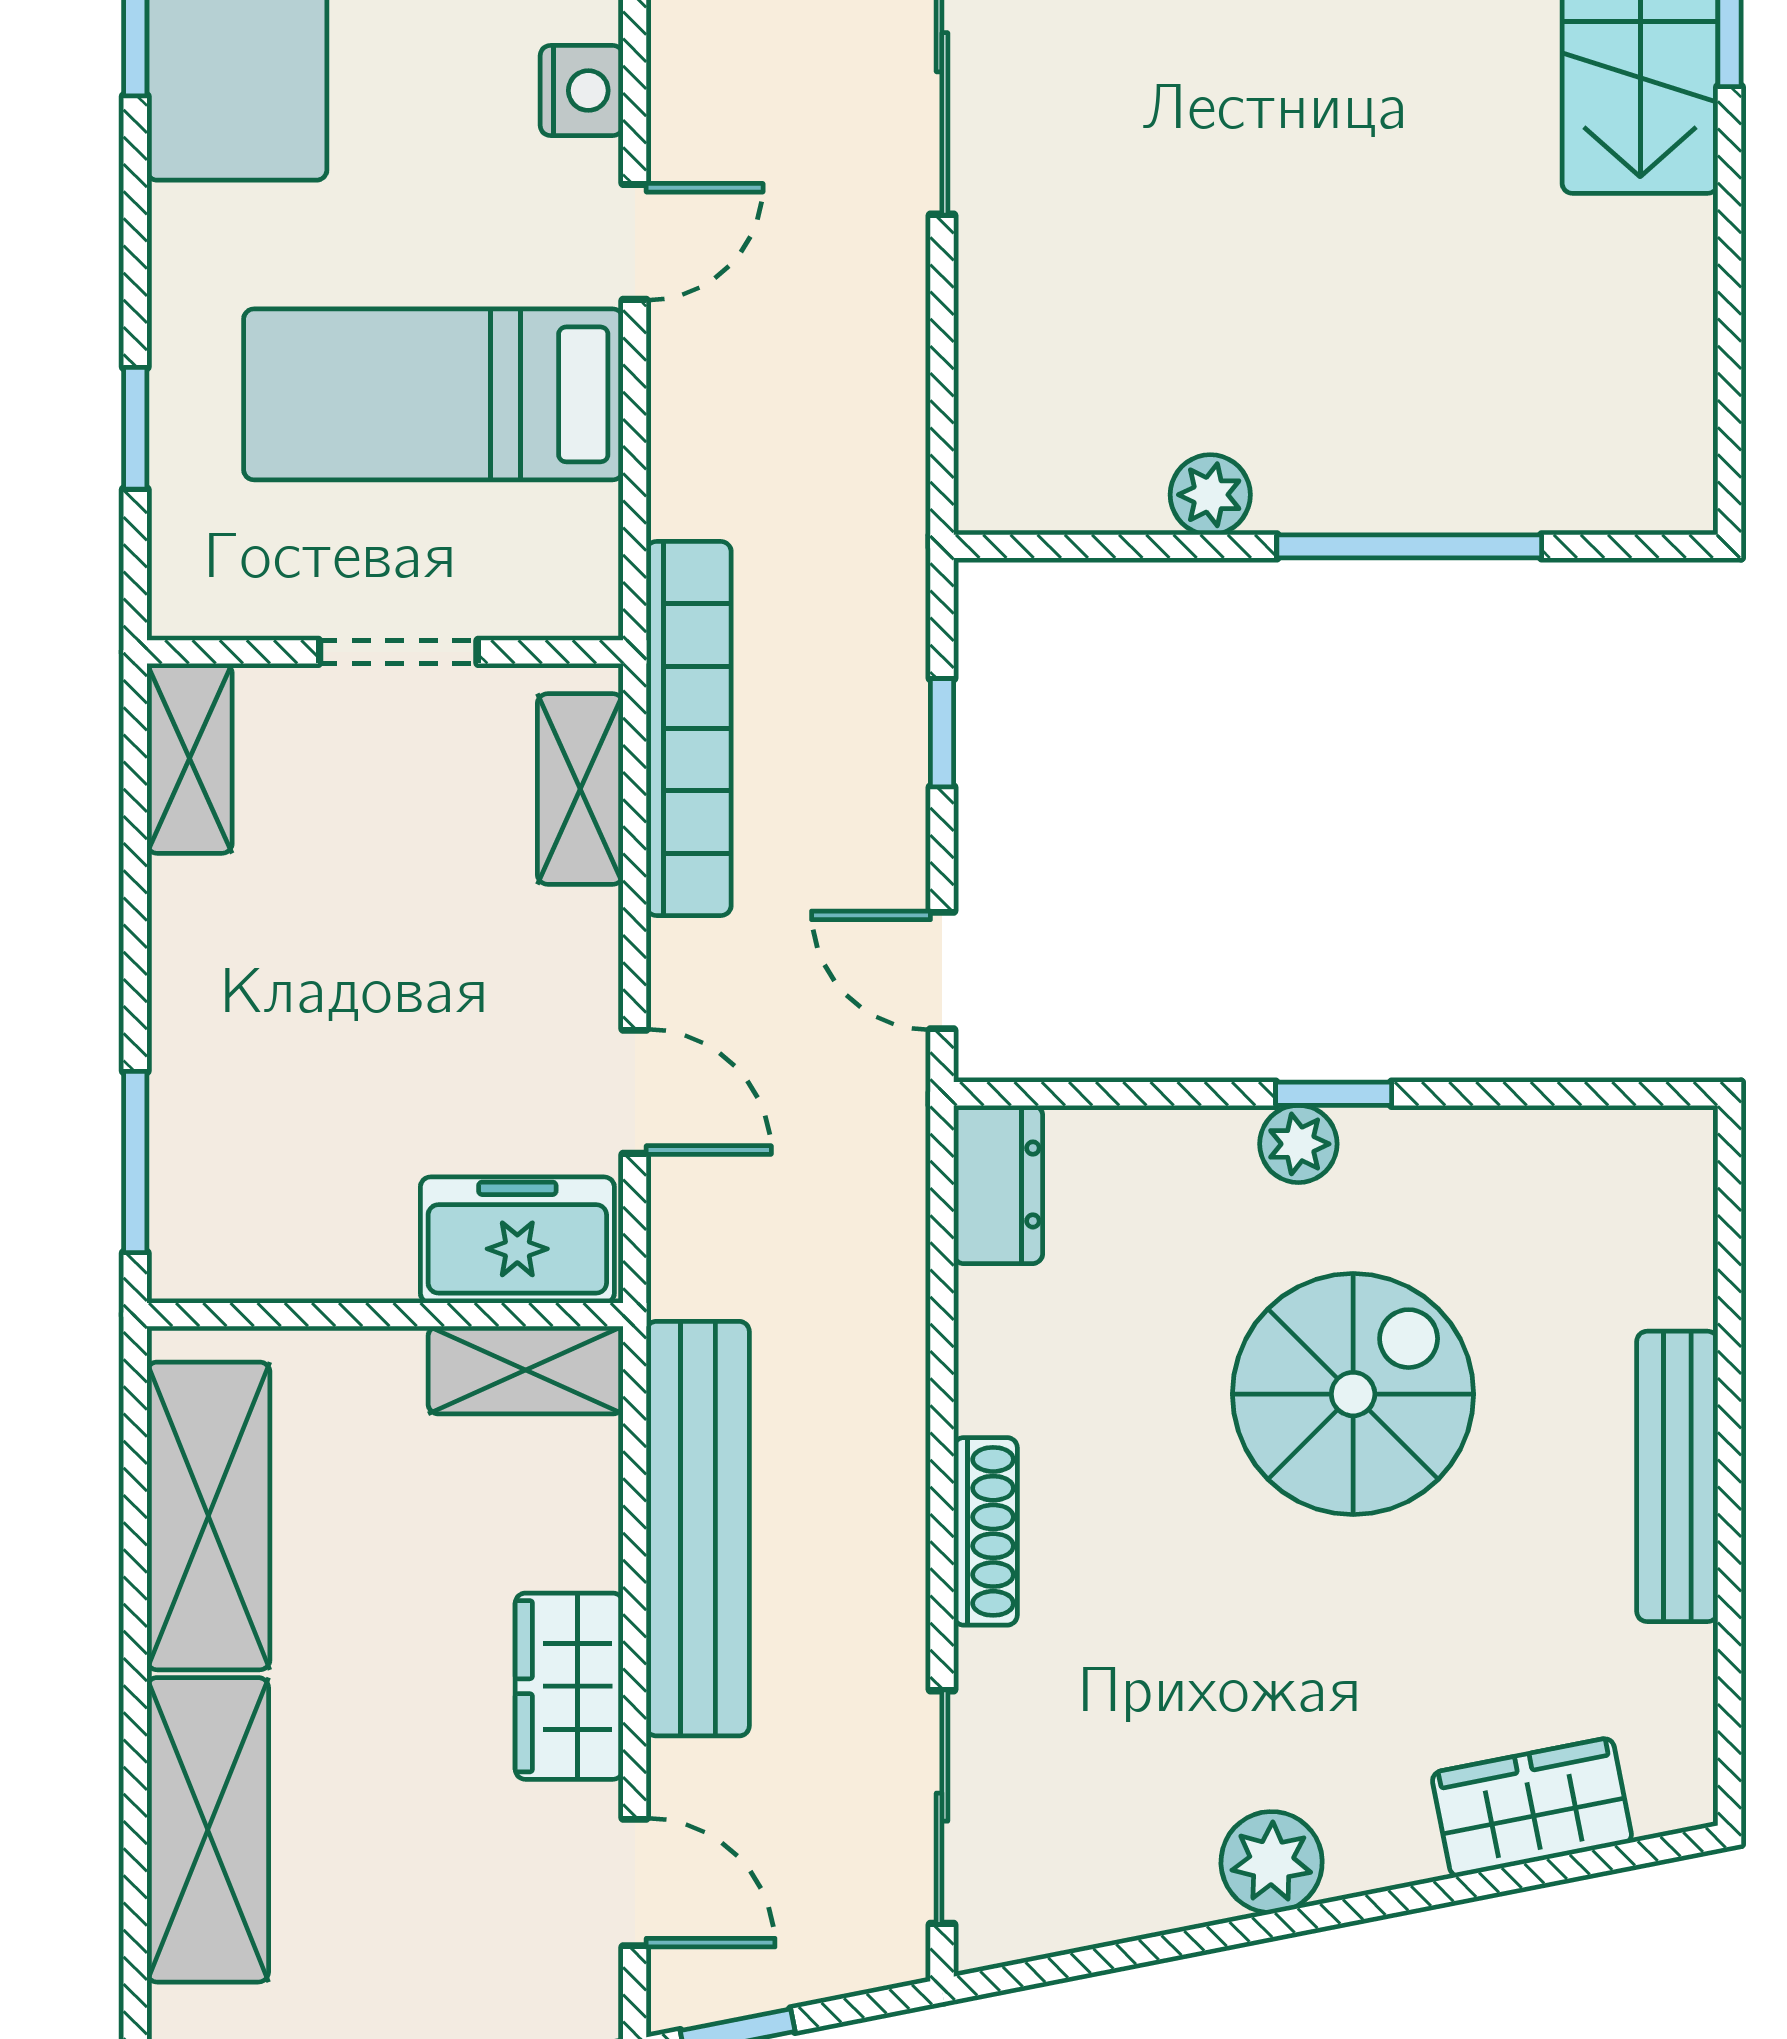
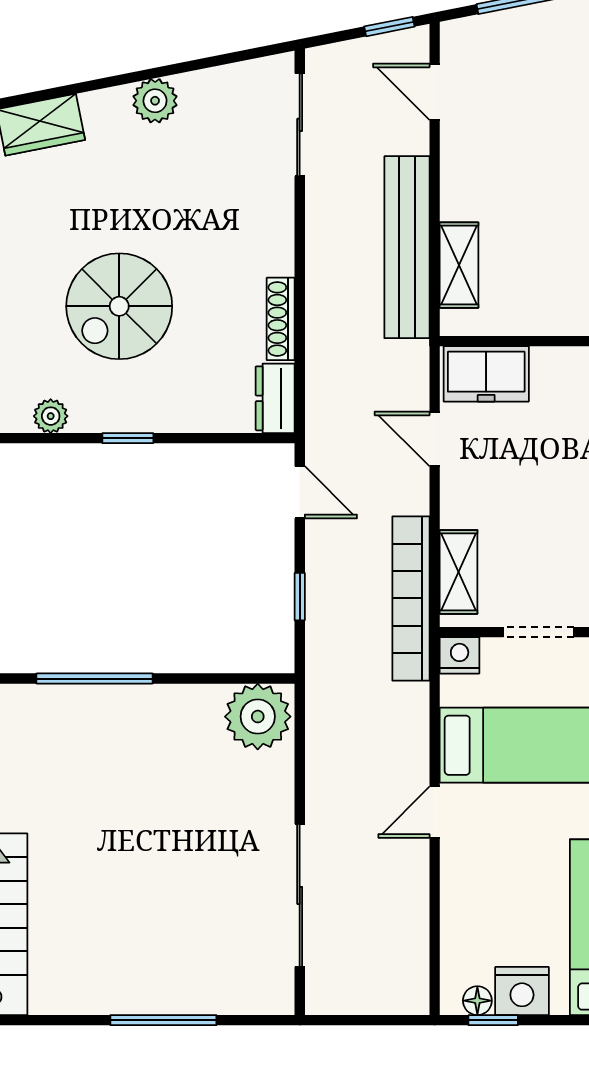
nightstand: (582, 91) -> (460, 655), moved, turned 90
plant: (1210, 495) -> (258, 717), moved, width x1.88, depth x1.88
plant: (1298, 1144) -> (51, 416), moved
shelving: (526, 1370) -> (459, 265), moved, turned 90
shoe rack: (985, 1531) -> (281, 319), moved
wardrobe: (569, 1686) -> (463, 178), removed

